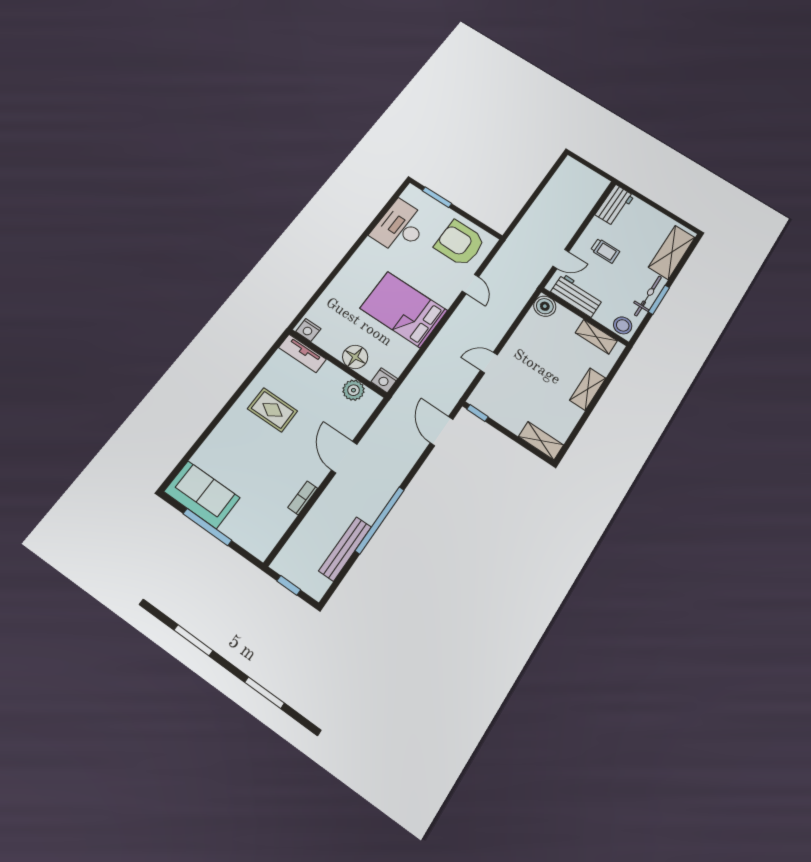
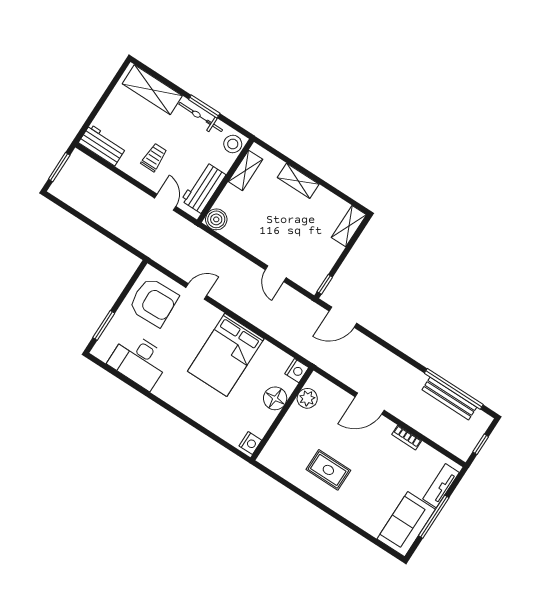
window: (591, 167) -> (59, 167), added
armchair: (460, 243) -> (153, 302), turned -92
tv unit: (302, 353) -> (441, 486), moved, turned 180
rug: (272, 410) -> (328, 470), turned 90
window: (380, 520) -> (454, 389), moved

